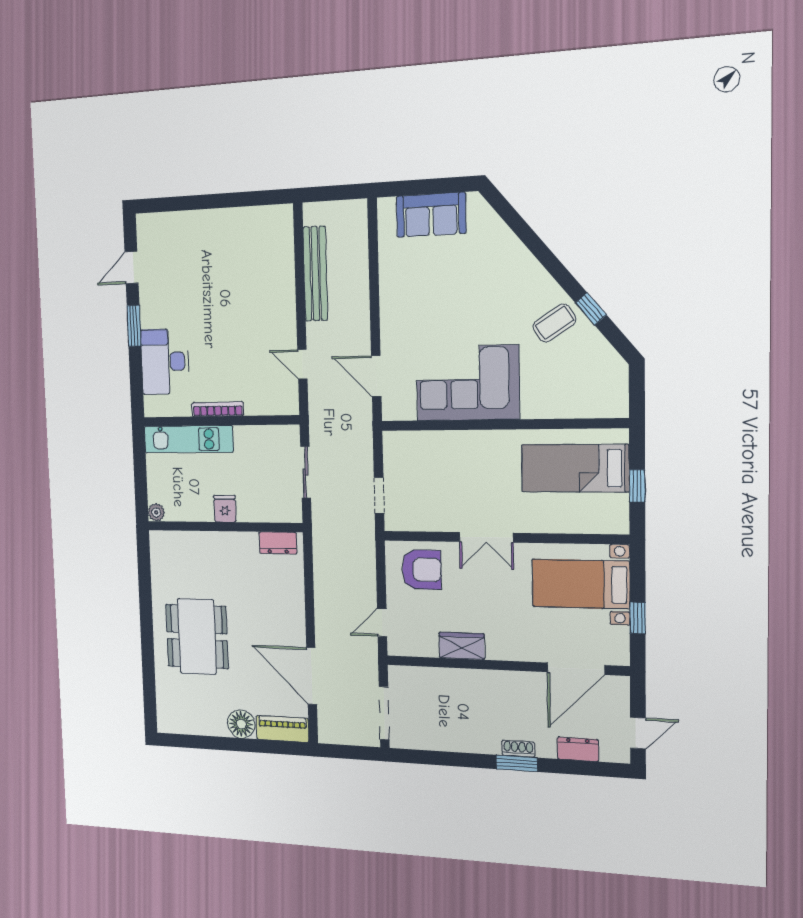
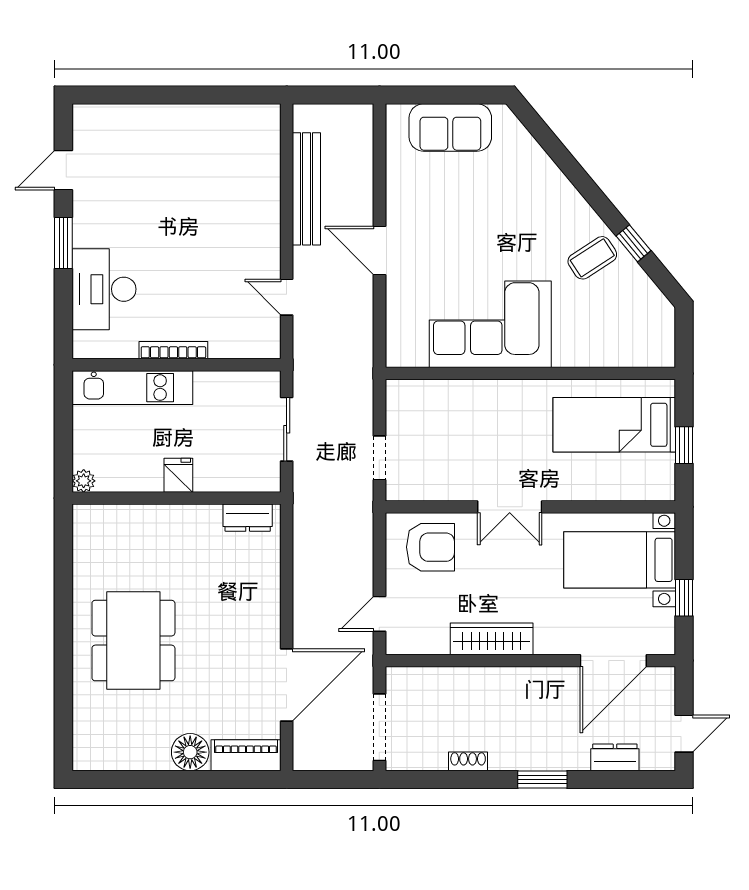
door: (376, 376) -> (379, 251), moved
wardrobe: (462, 646) -> (492, 639), width x1.50
door: (312, 676) -> (287, 685), swing flipped
shoe rack: (518, 749) -> (468, 761), moved

